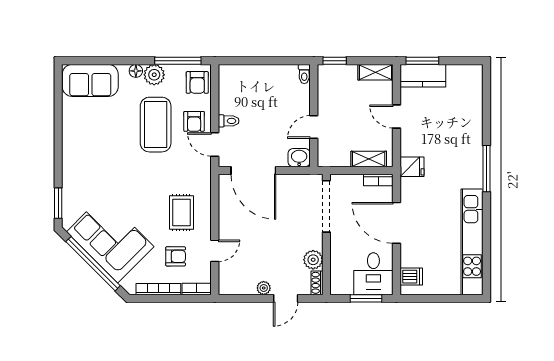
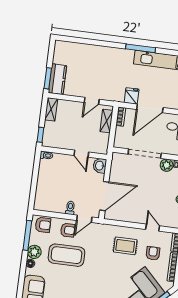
door: (397, 117) -> (92, 101), moved
fridge: (412, 167) -> (132, 96), moved
window: (487, 169) -> (141, 48), moved
doorway: (326, 206) -> (145, 154), moved

